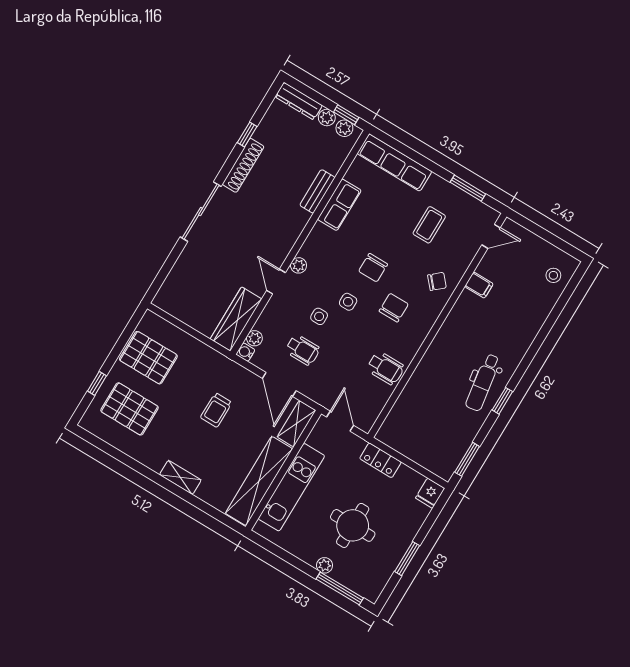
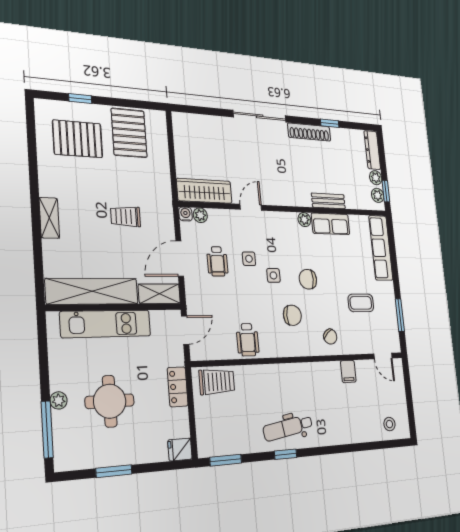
plant: (299, 265) -> (304, 220), moved
pallet: (130, 409) -> (78, 139), turned 90
trolley: (400, 422) -> (217, 382), added

